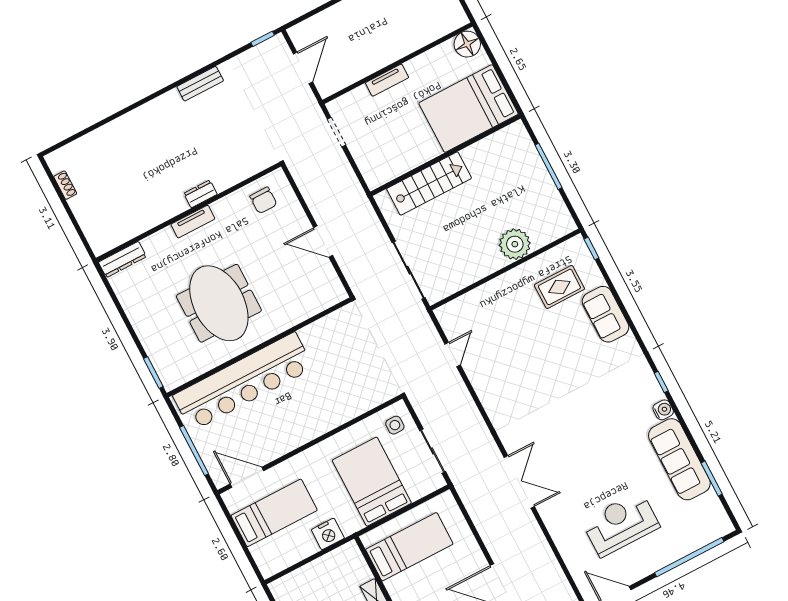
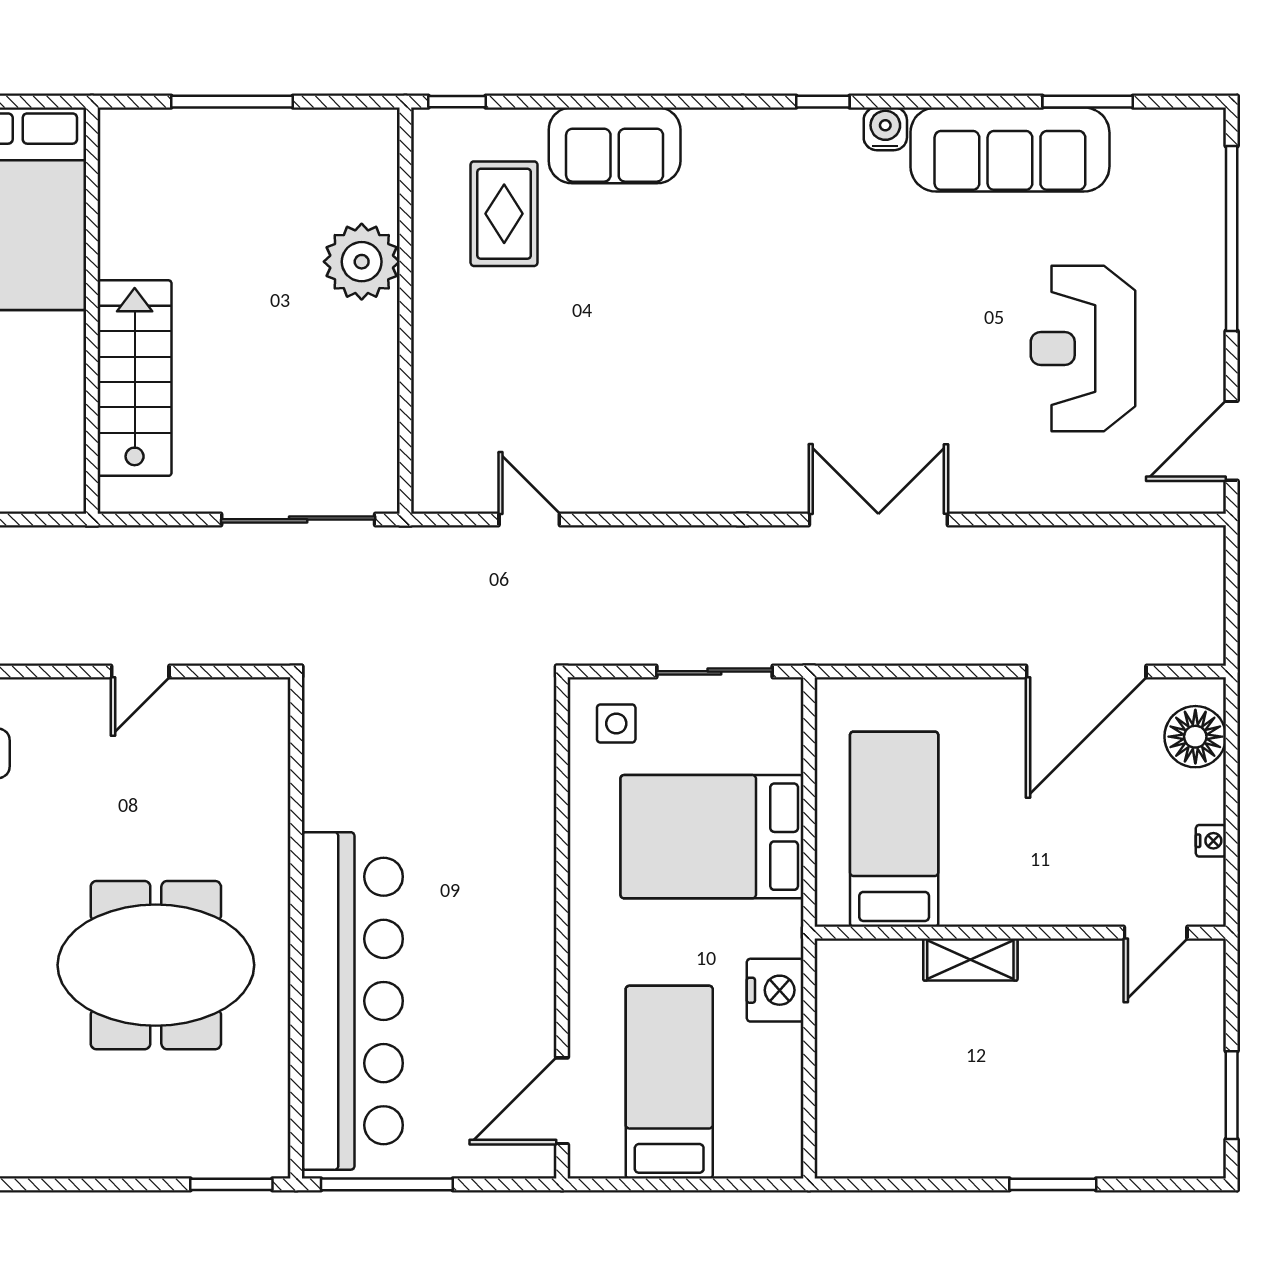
door: (323, 242) -> (140, 671), width x0.73
window: (194, 451) -> (387, 1184), moved

